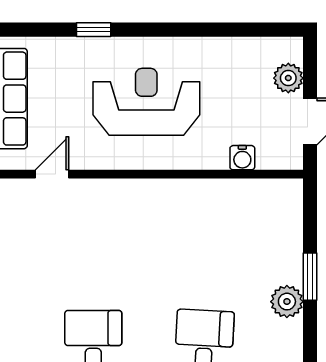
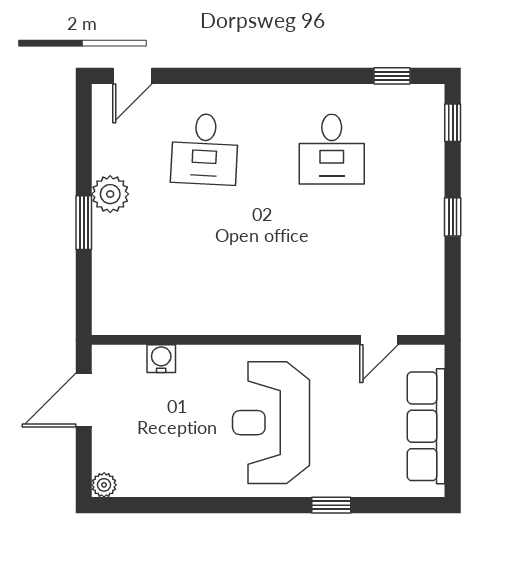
plant: (288, 78) -> (104, 485), moved, width x0.73, depth x0.73
reception desk: (146, 102) -> (271, 423), turned 90

